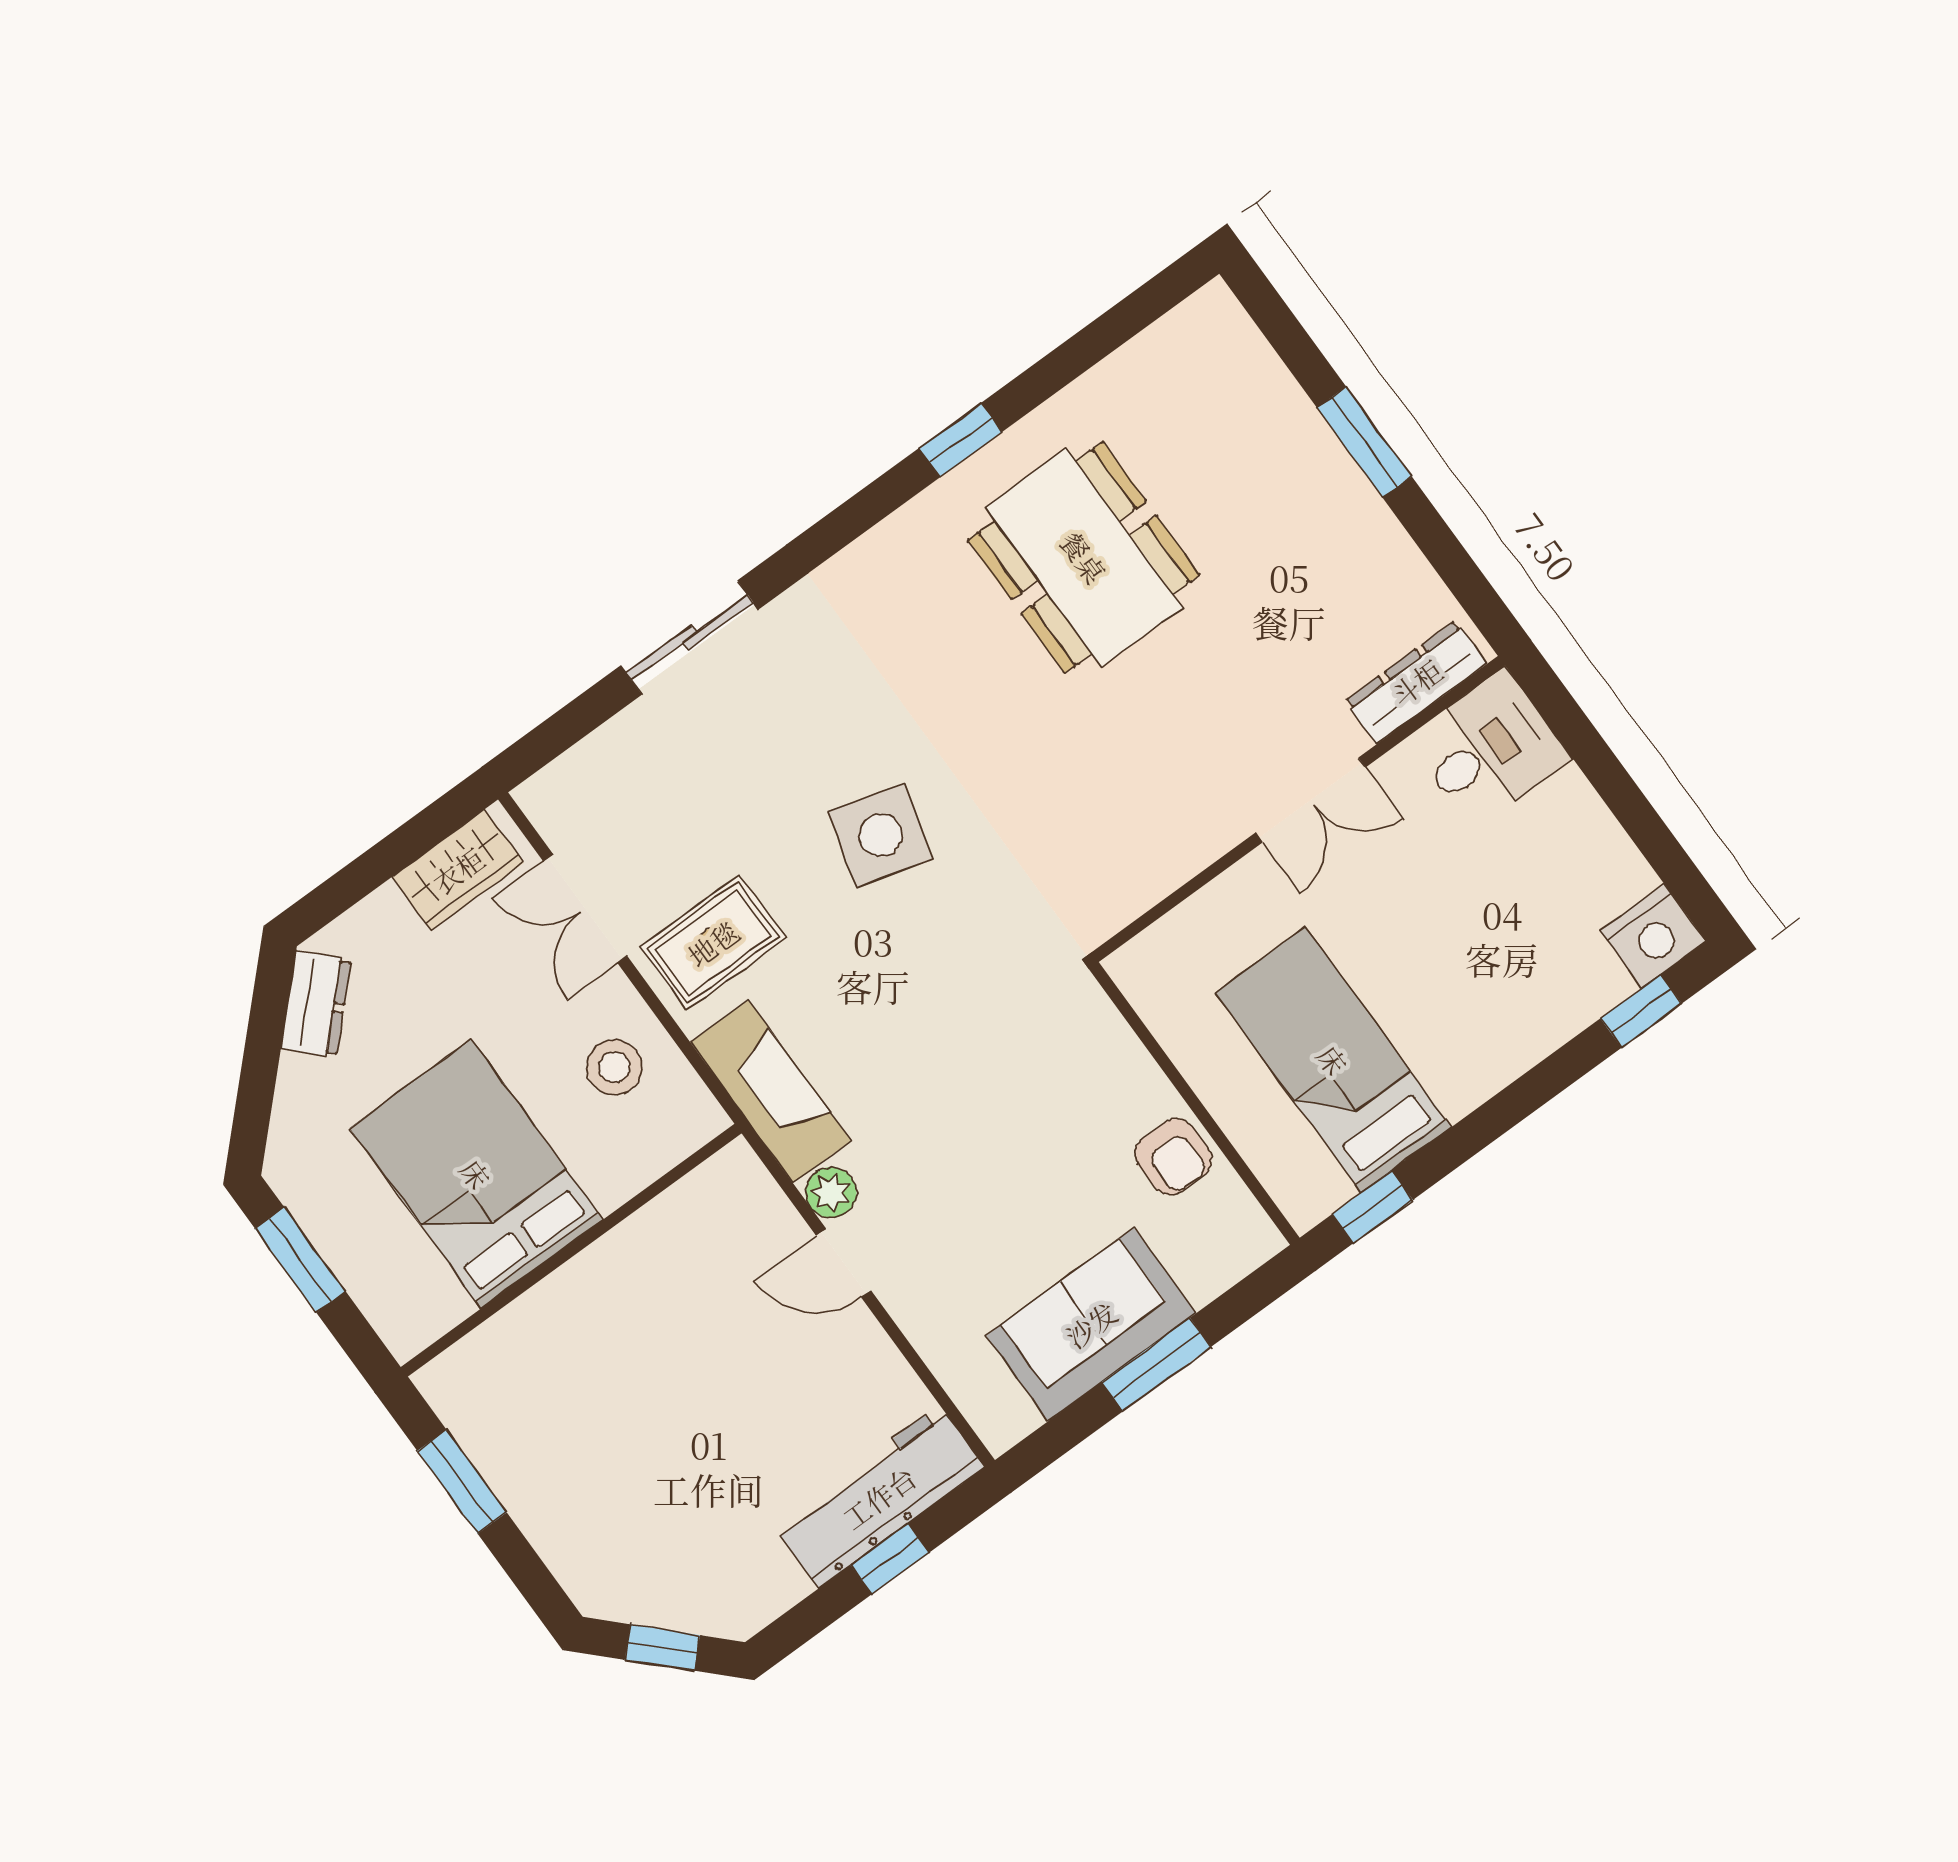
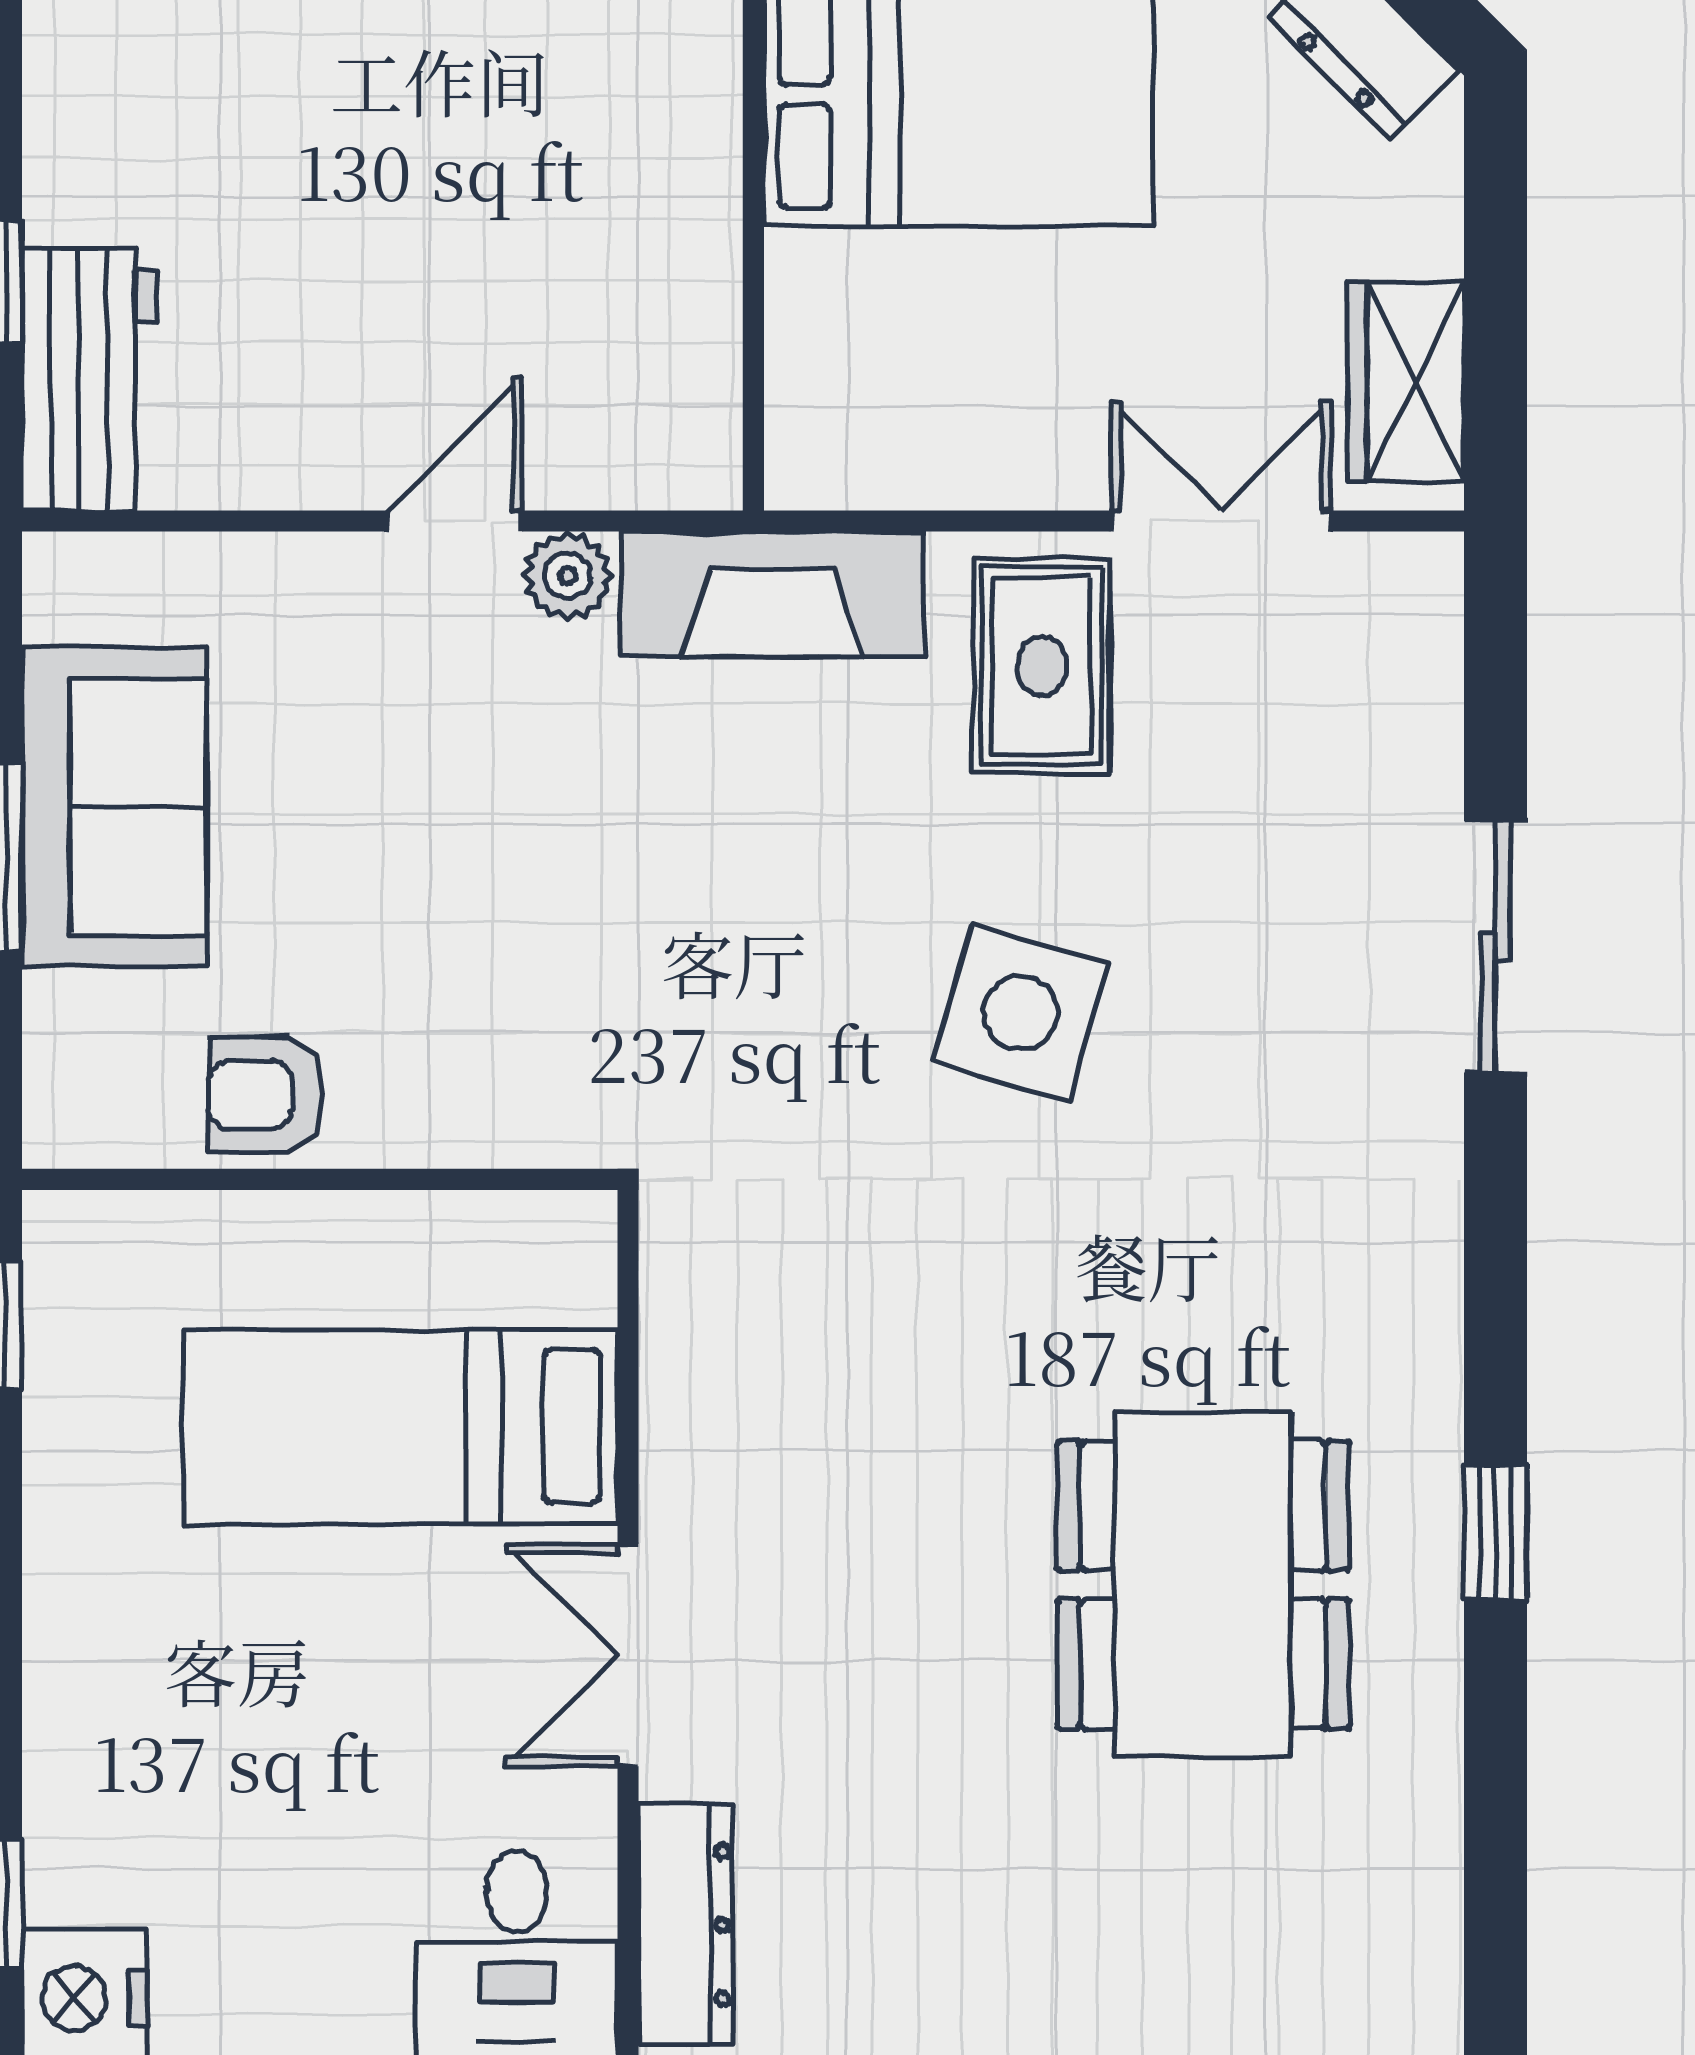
dining table: (1084, 557) -> (1203, 1585), turned 90
bed: (1333, 1060) -> (401, 1426), moved, turned 180
stool: (614, 1067) -> (967, 399), removed
workbench: (879, 1497) -> (89, 380), width x0.73

